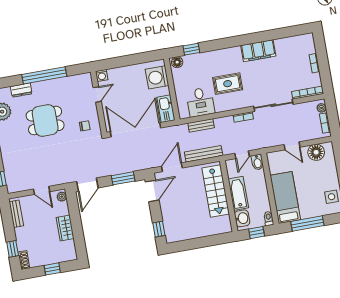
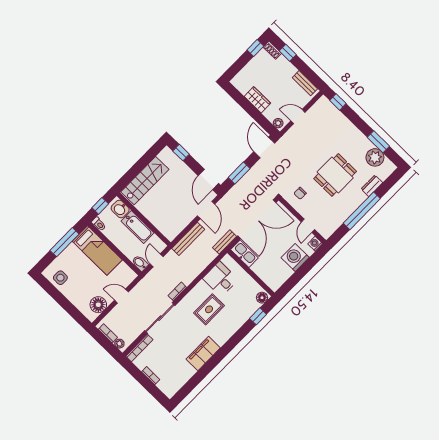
washing machine: (157, 77) -> (295, 258), moved, turned -90
bench: (201, 125) -> (225, 242), moved
stairs: (216, 191) -> (145, 181), moved, turned 90
window: (52, 269) -> (255, 48), moved

